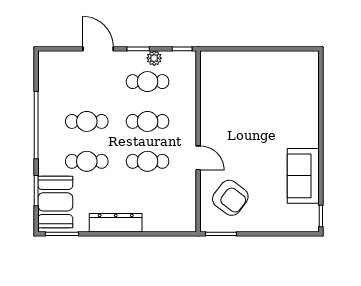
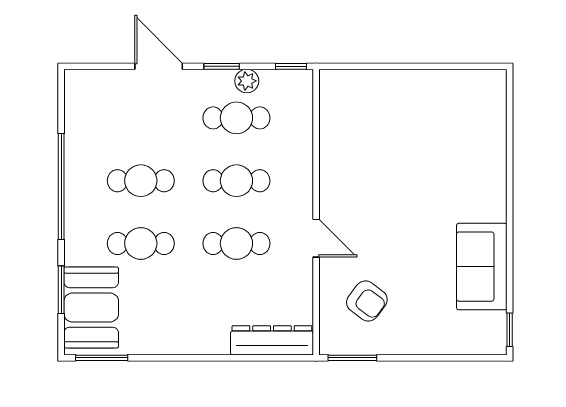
armchair: (230, 198) -> (367, 301), width x0.72, depth x0.72
dresser: (116, 223) -> (272, 340), moved

